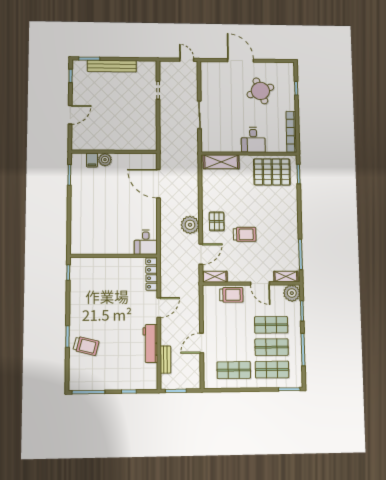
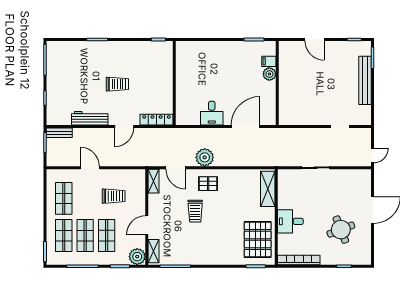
desk: (146, 242) -> (212, 113), moved, turned -90
trolley: (231, 295) -> (114, 196), moved, turned -90
door: (159, 308) -> (124, 126), hinge flipped
trolley: (86, 346) -> (117, 84), moved, turned -104
bench: (165, 360) -> (59, 133), moved

